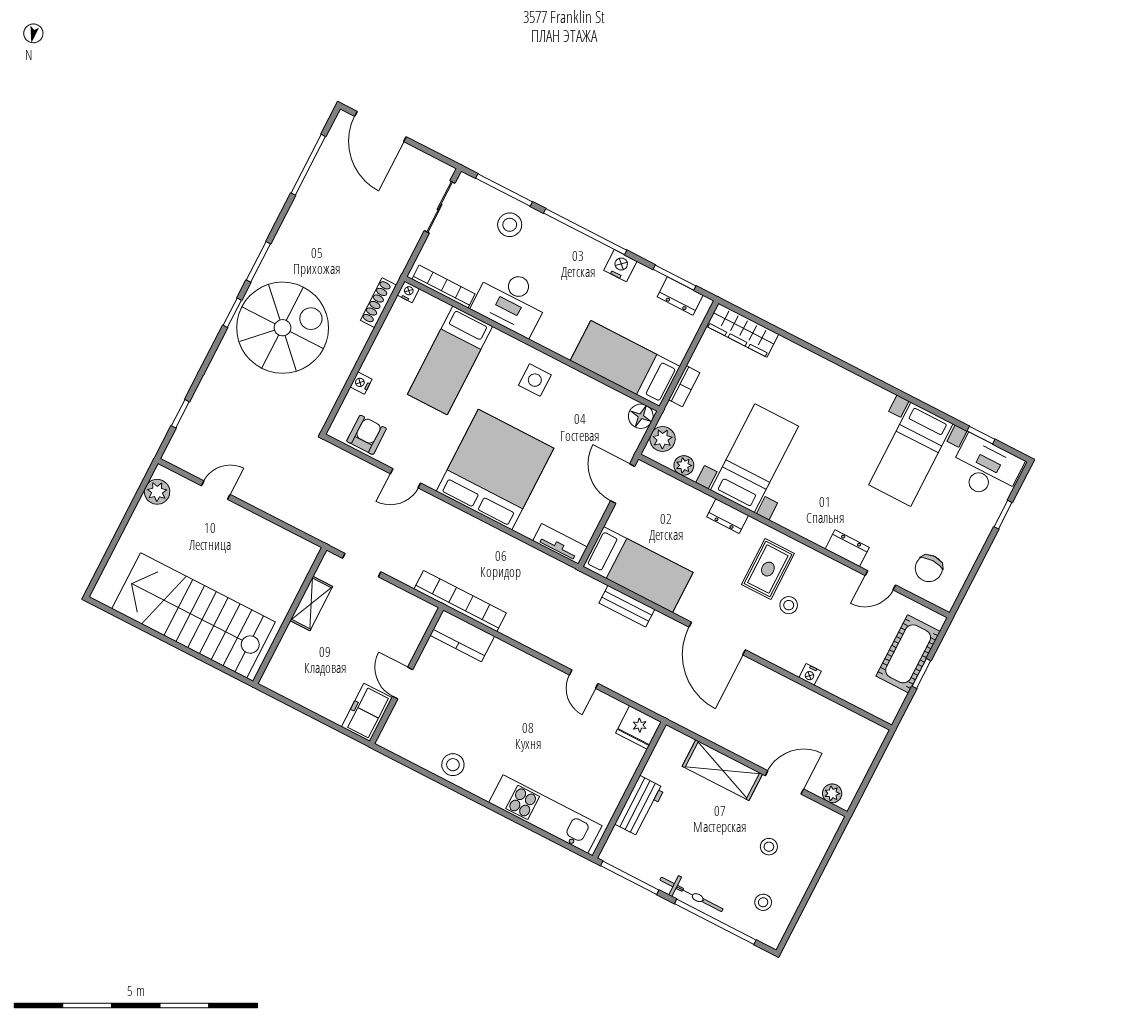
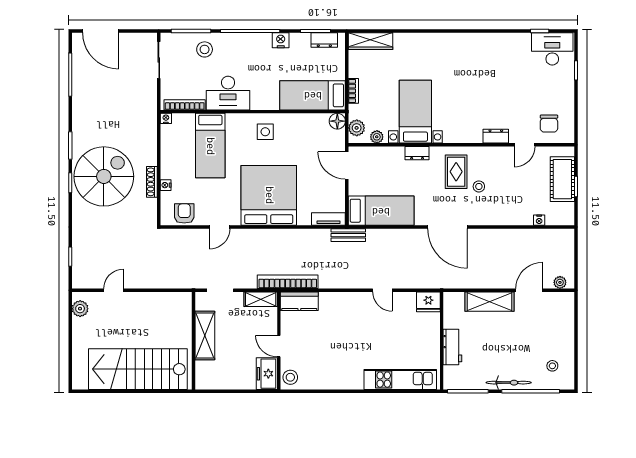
shoe rack: (379, 303) -> (152, 182), moved
bed with nightstands: (911, 454) -> (505, 63), removed
shelving: (311, 604) -> (205, 335), width x1.50, depth x1.33
shelving: (411, 606) -> (261, 299), added
bench: (627, 606) -> (348, 235), moved
nightstand: (810, 674) -> (539, 220), moved
stool: (453, 765) -> (290, 377), moved
stool: (769, 847) -> (539, 332), removed

